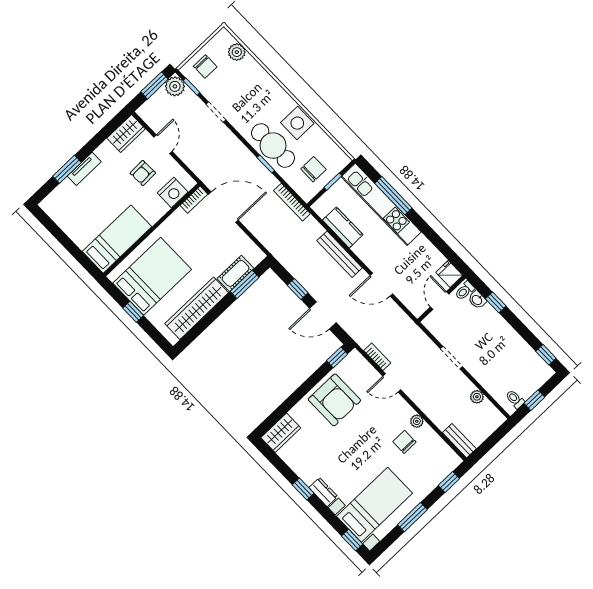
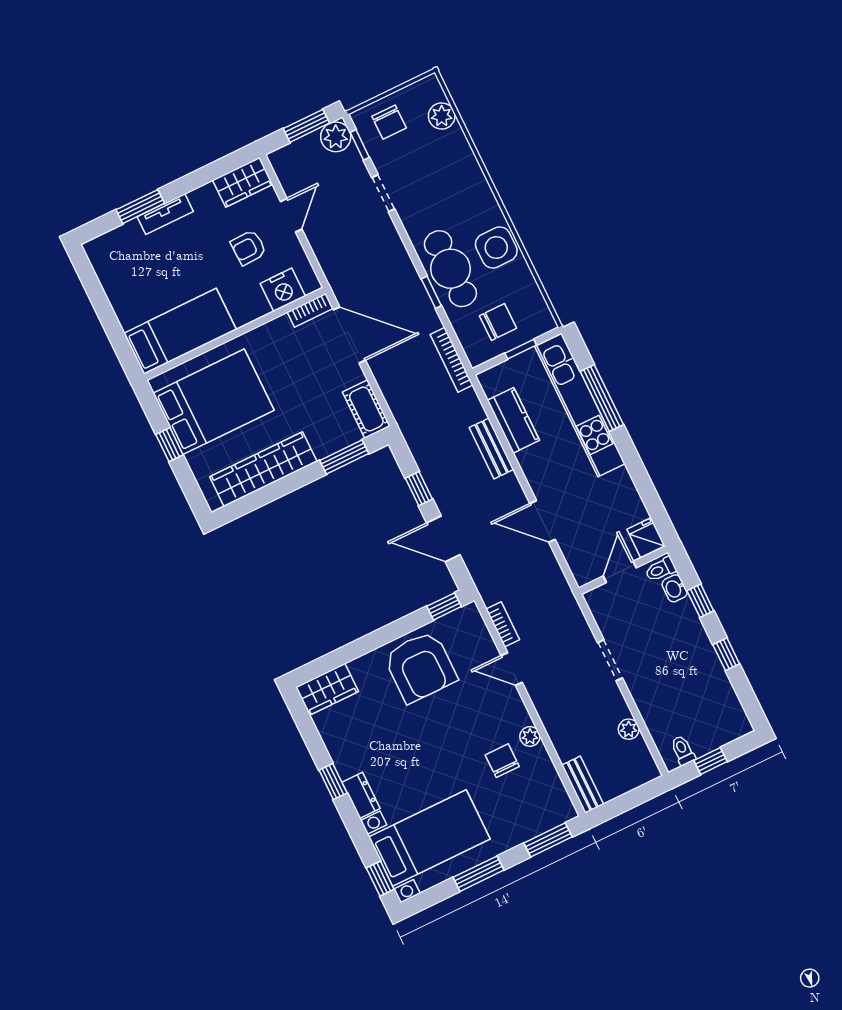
bench: (340, 254) -> (492, 448), width x0.73
cot: (236, 273) -> (366, 409), moved, turned 90
window: (546, 355) -> (726, 654), moved
window: (449, 482) -> (548, 840), width x1.50

